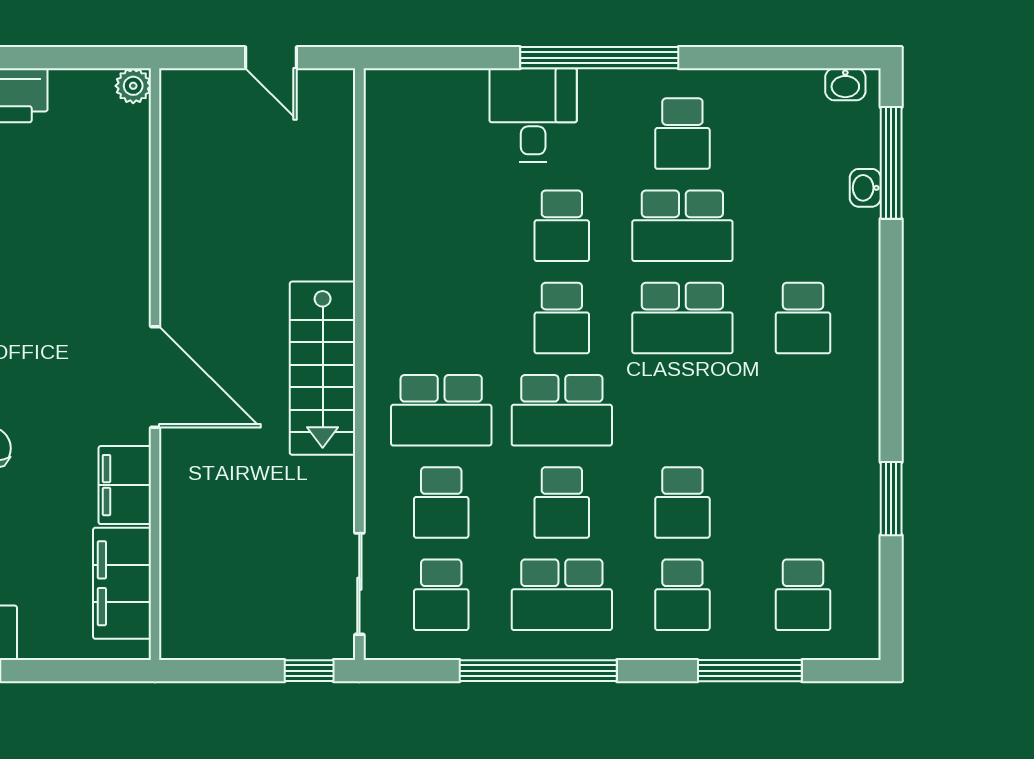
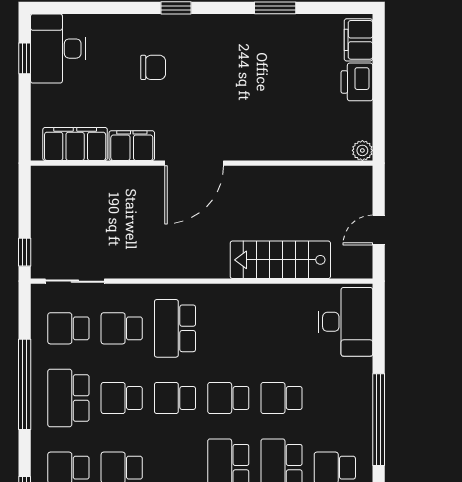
desk: (533, 115) -> (345, 322), moved, width x1.37
stairs: (323, 368) -> (280, 260), moved
school desk: (562, 410) -> (175, 398), width x0.54

